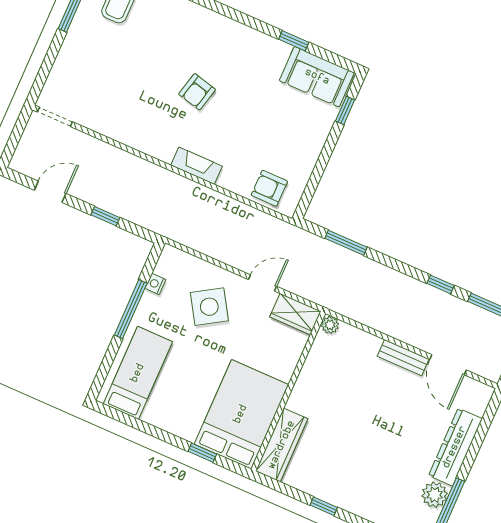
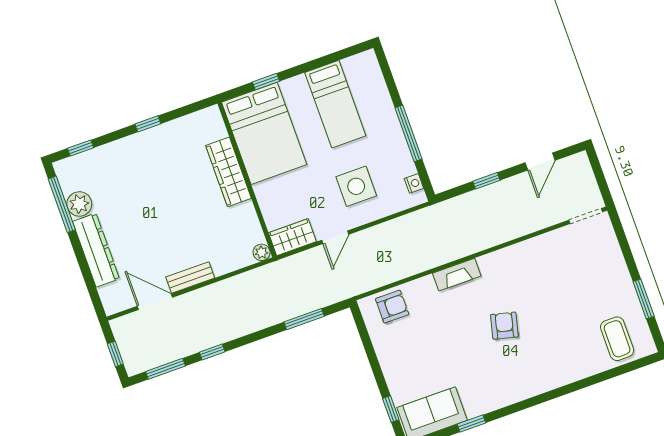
nightstand: (155, 284) -> (414, 183), moved
side table: (209, 307) -> (356, 186), turned 32
bed: (138, 373) -> (335, 104), moved
wardrobe: (282, 445) -> (228, 172), moved

